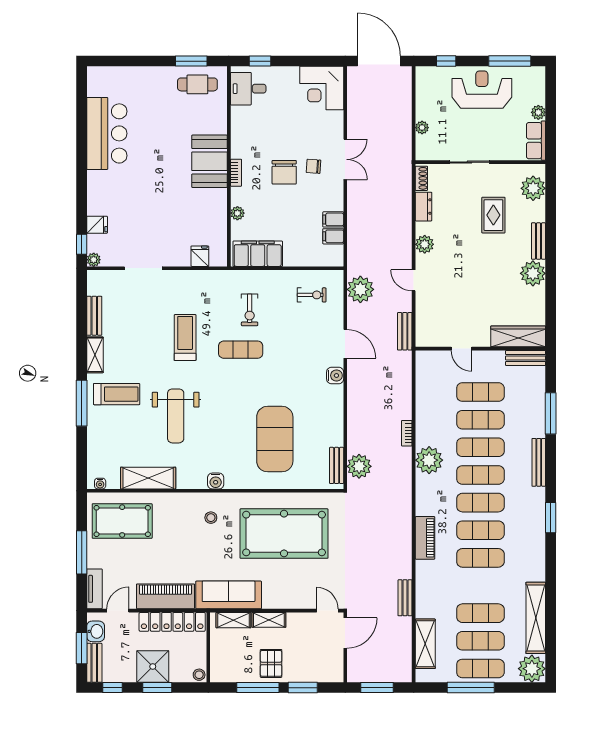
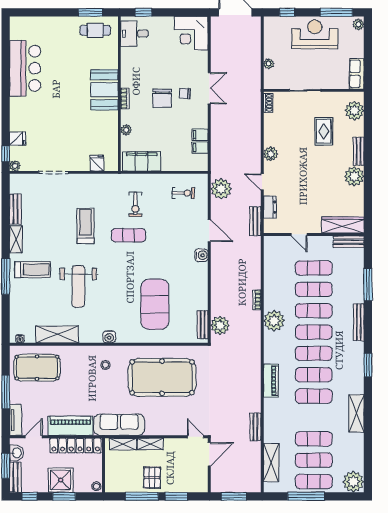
plant: (538, 112) -> (358, 24), moved
dresser: (424, 207) -> (270, 207), moved
shelving: (536, 618) -> (356, 413), moved, width x0.68

